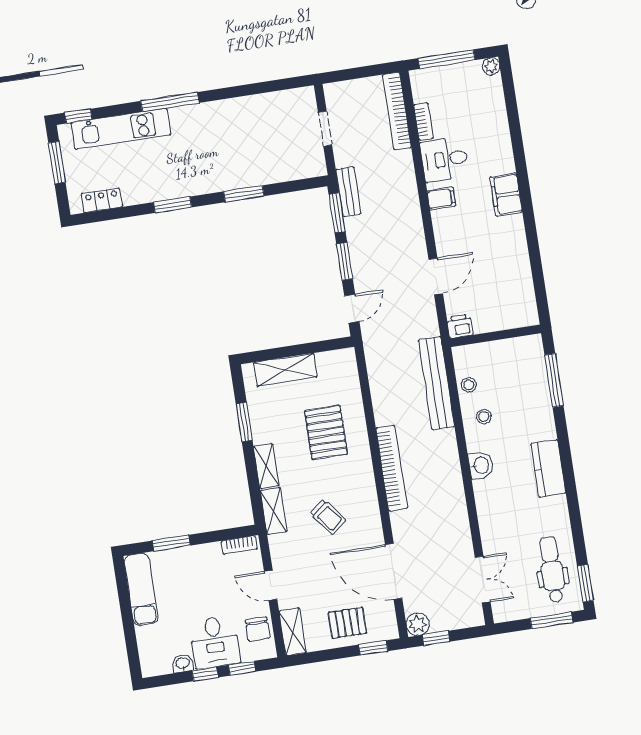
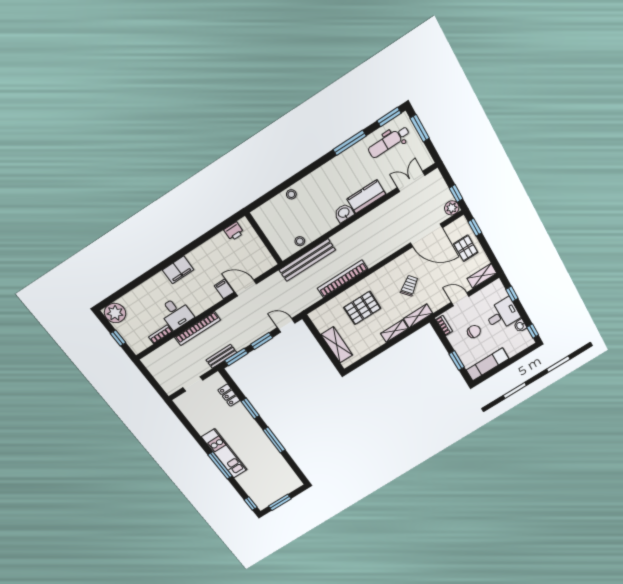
window: (446, 59) -> (118, 338), width x0.46
plant: (491, 66) -> (115, 313), width x1.88, depth x1.88
bookcase: (397, 111) -> (198, 329), moved
kitchen unit: (121, 129) -> (224, 453), moved
filing cabinet: (441, 199) -> (224, 289), moved
locker: (102, 200) -> (229, 395), moved
window: (173, 205) -> (274, 440), width x1.44
printer: (460, 326) -> (234, 231), moved, turned -90
window: (554, 380) -> (350, 143), moved
stool: (484, 417) -> (291, 194), moved
window: (244, 422) -> (375, 353), removed
bookcase: (392, 468) -> (343, 279), moved
kitchen counter: (548, 468) -> (366, 197), moved, turned 180
door: (394, 571) -> (426, 235), hinge flipped
door: (271, 585) -> (460, 299), swing flipped
chair: (258, 629) -> (474, 332), moved
window: (205, 674) -> (533, 331), moved

